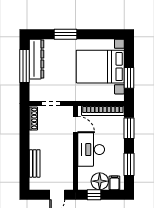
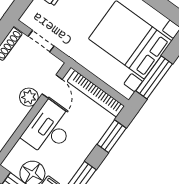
window: (129, 78) -> (154, 77), width x1.44
plant: (67, 140) -> (29, 97), added

